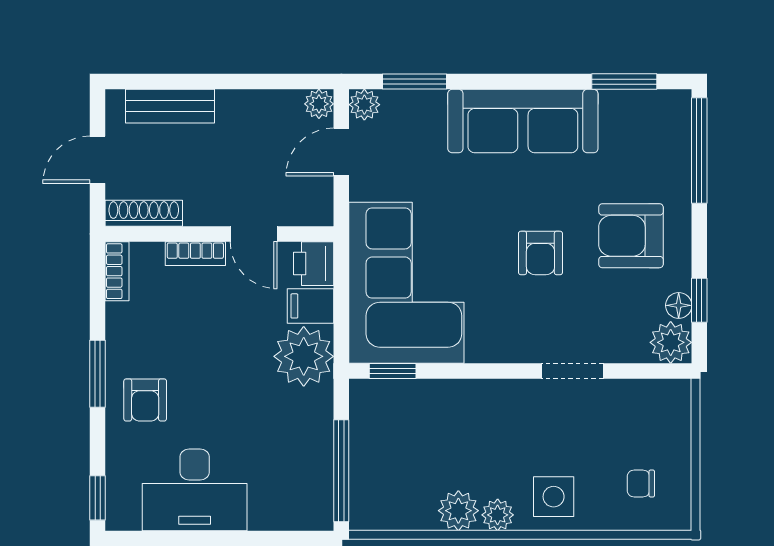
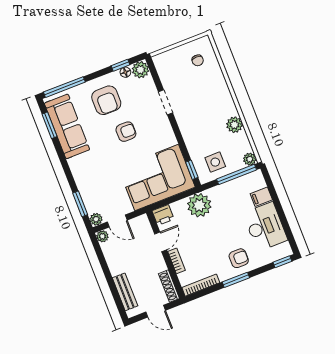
sofa: (523, 121) -> (67, 126), moved
bookcase: (117, 271) -> (201, 285), width x1.56
filing cabinet: (311, 306) -> (261, 197), moved, turned 90
side table: (554, 497) -> (215, 162), moved
plant: (498, 515) -> (250, 159), moved

